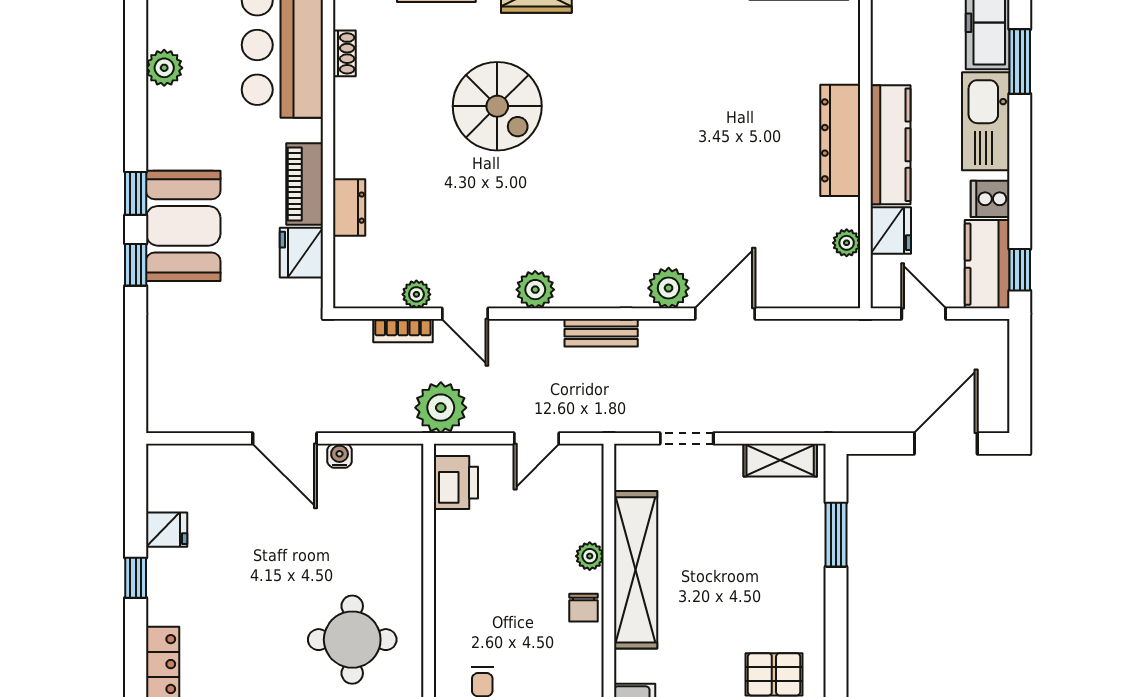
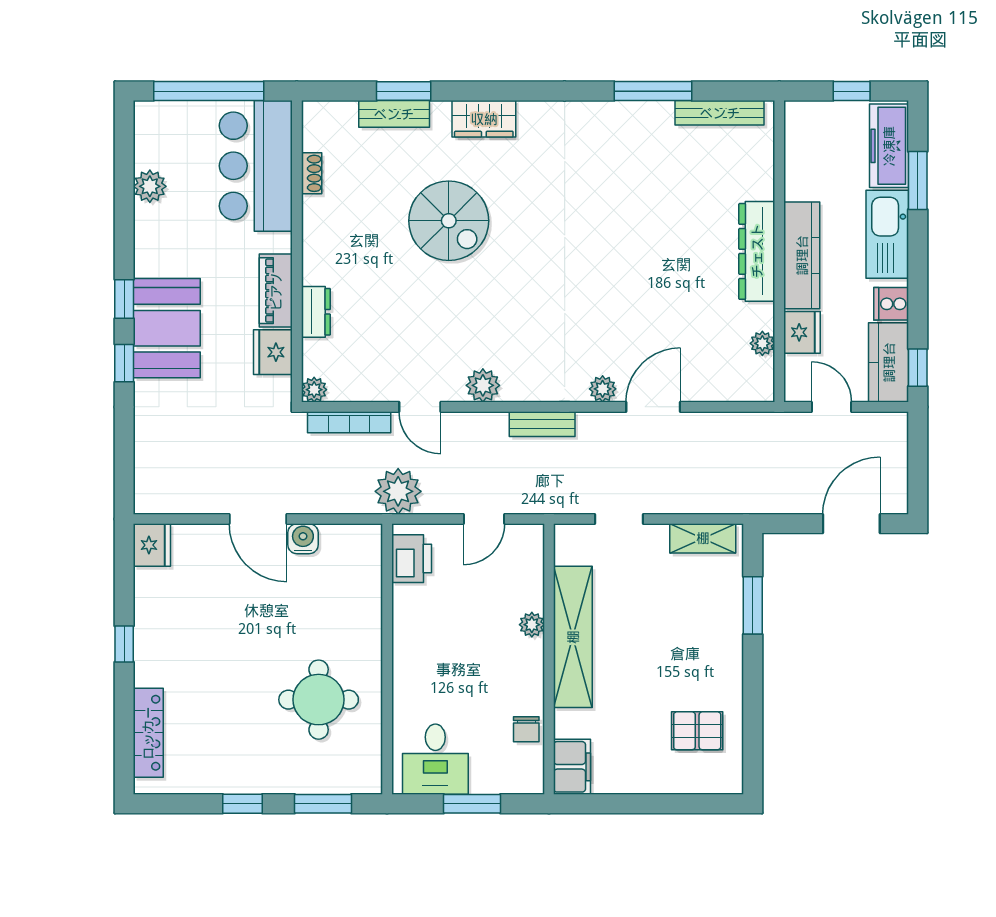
plant: (669, 288) -> (603, 389), width x0.73, depth x0.73
plant: (416, 294) -> (314, 390), moved
bookcase: (403, 331) -> (349, 422), width x1.56
water cooler: (340, 456) -> (303, 539), width x1.38, depth x1.38
fridge: (167, 530) -> (152, 545), moved, width x1.38
chair: (584, 608) -> (526, 729), moved

